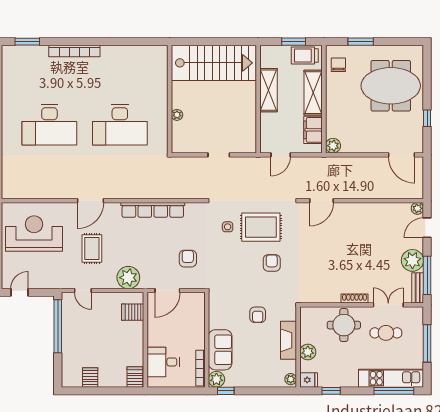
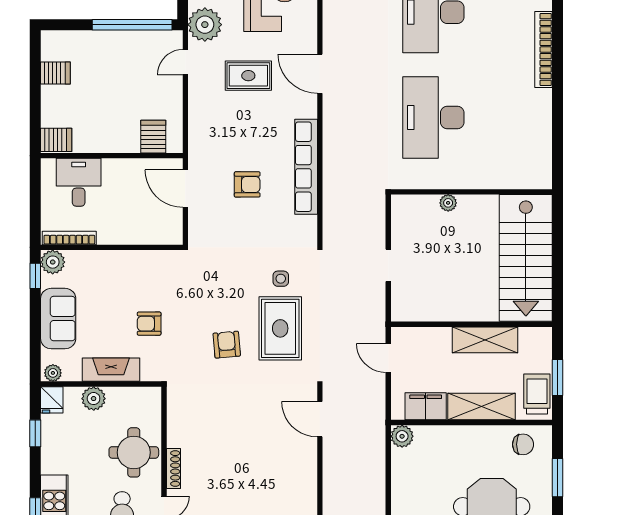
armchair: (188, 259) -> (247, 184), moved
armchair: (272, 263) -> (227, 345), turned -95
plant: (128, 278) -> (205, 25), moved
sofa: (220, 350) -> (58, 319), moved, turned -90

